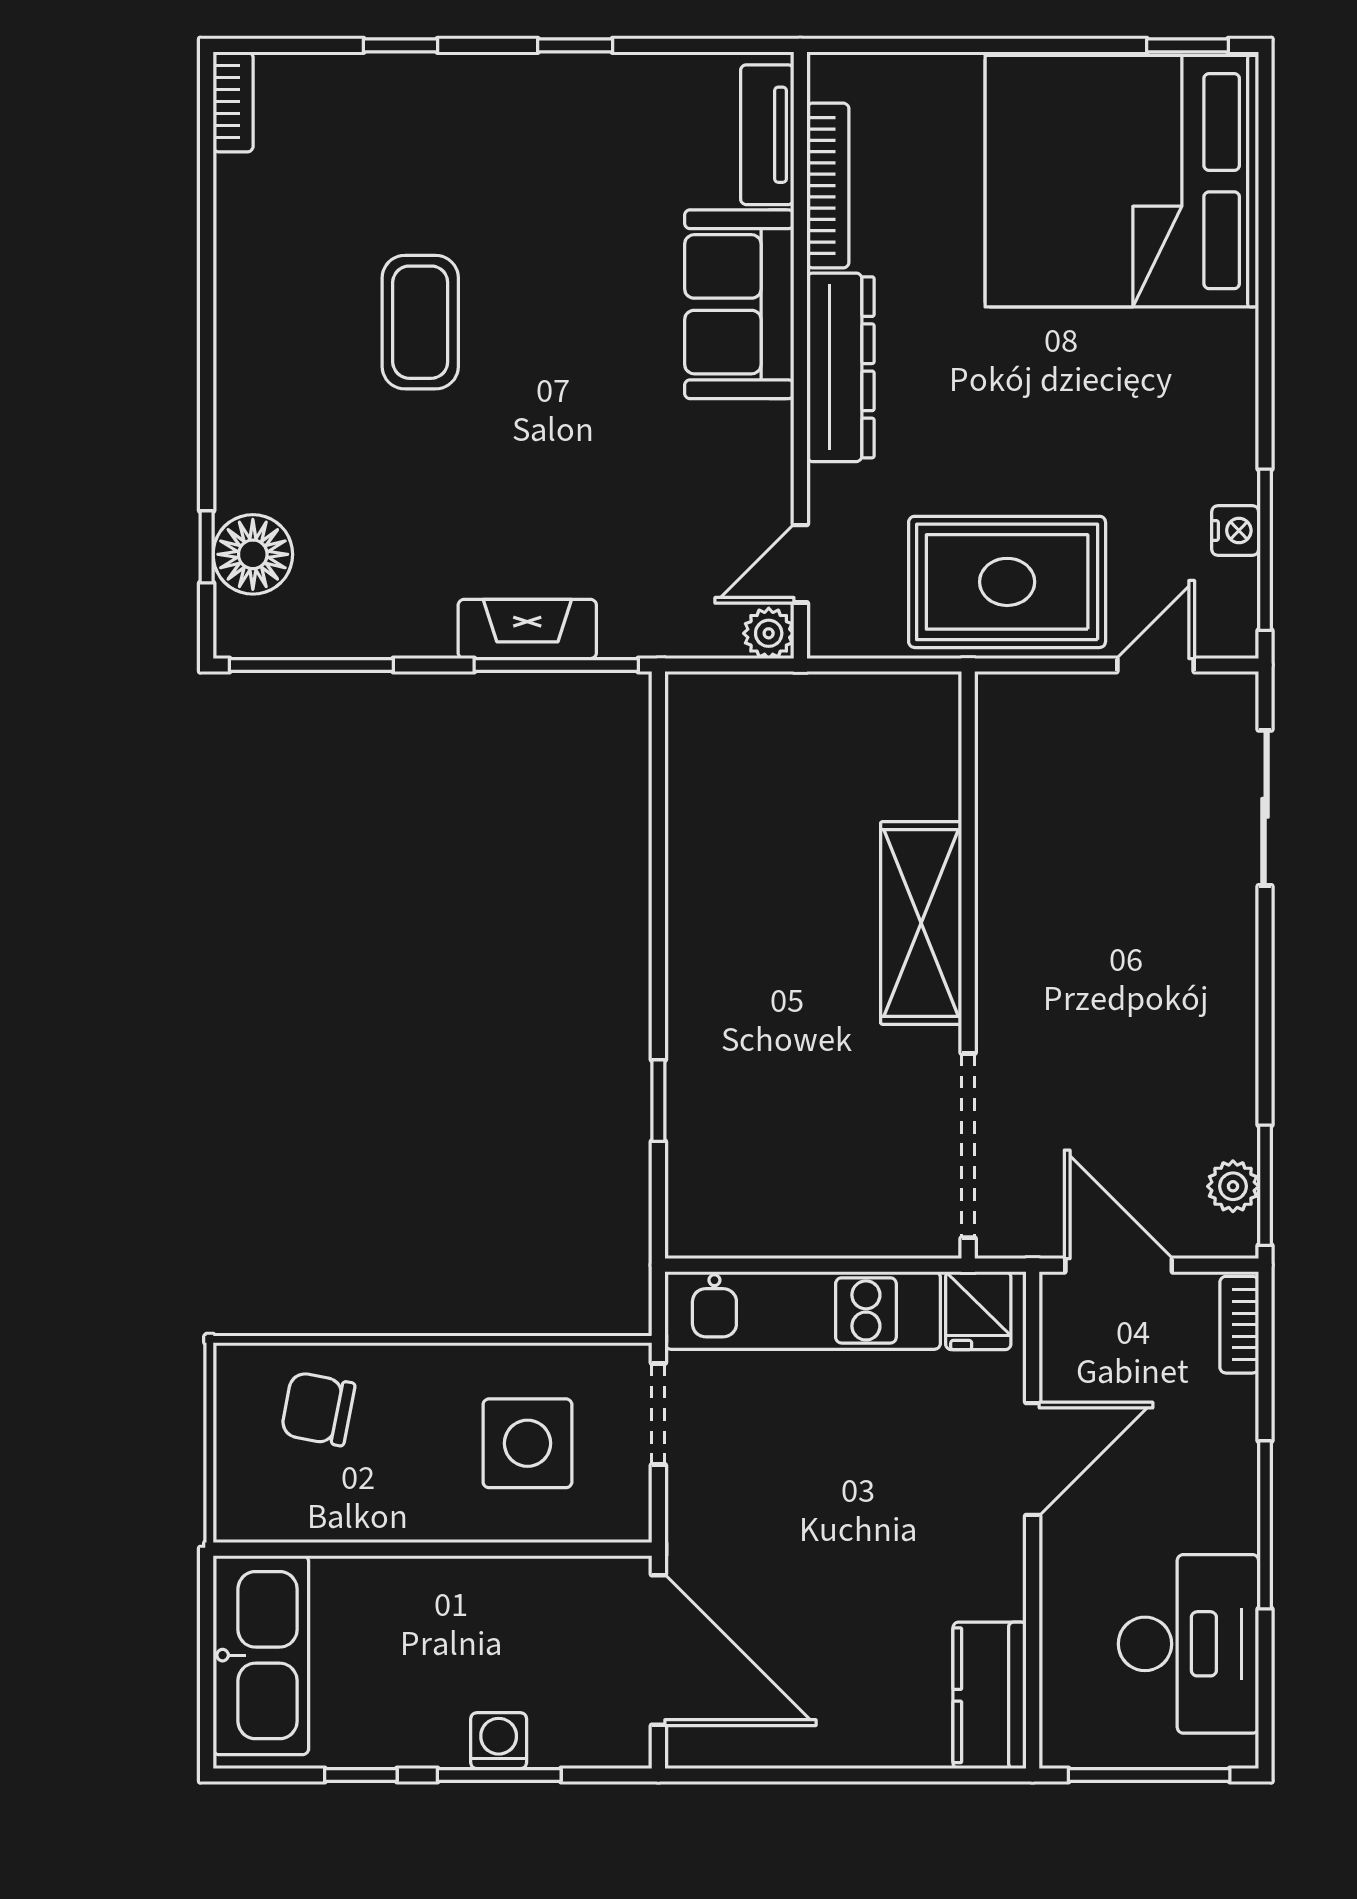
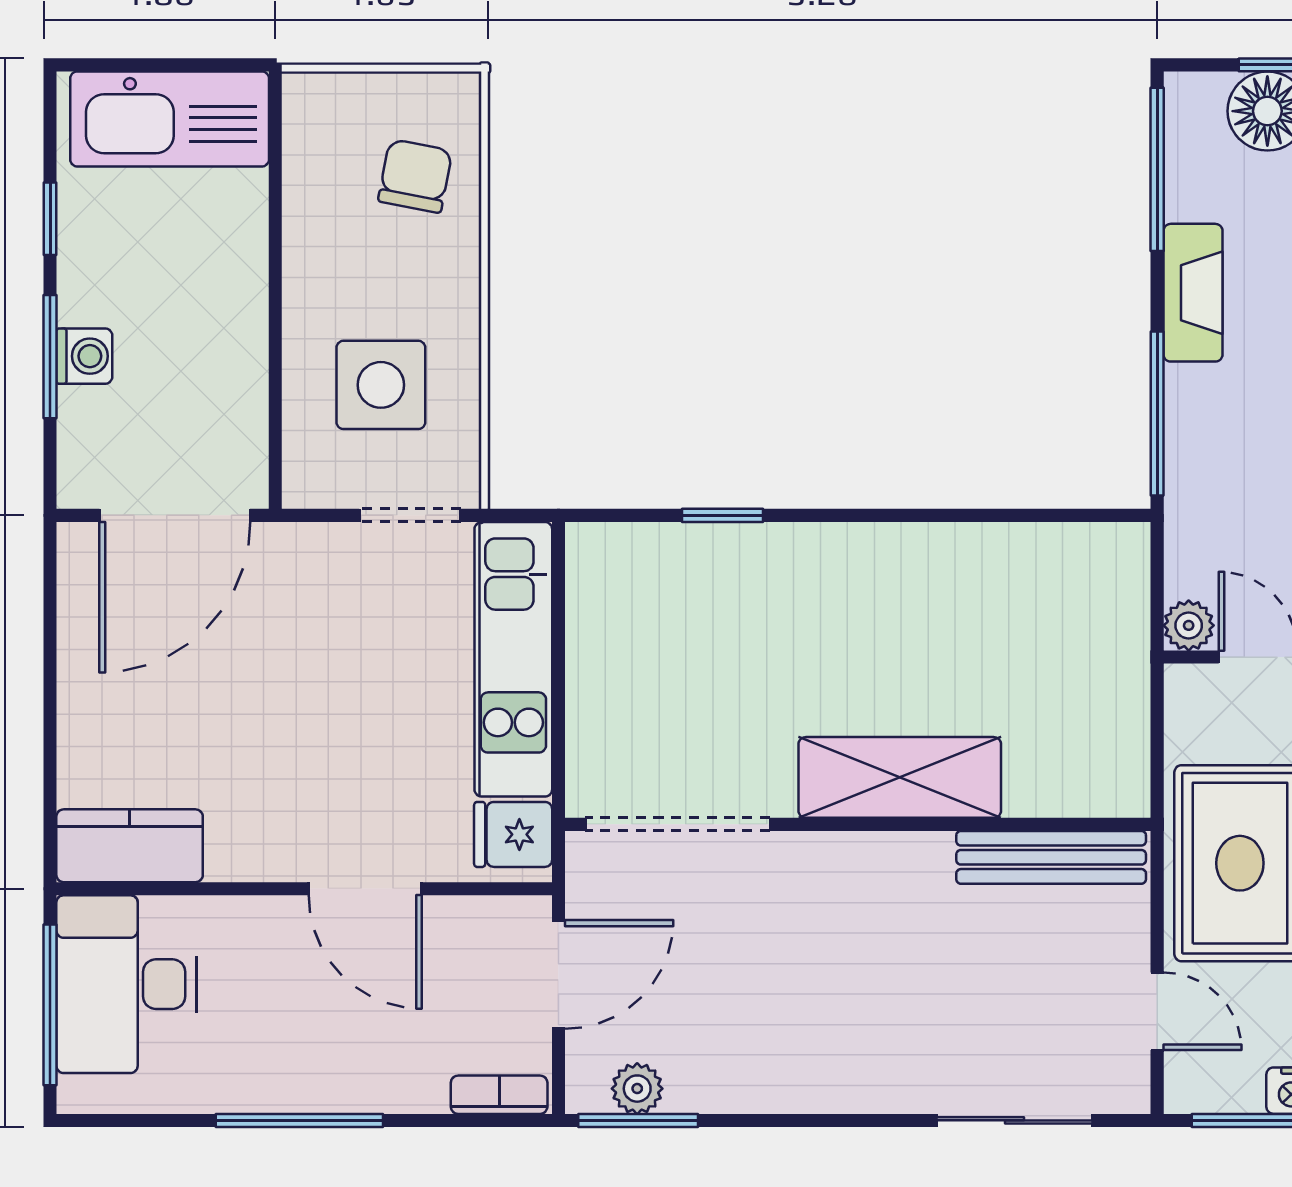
fireplace: (527, 629) -> (1193, 293), moved
bench: (1001, 771) -> (1051, 857), added
desk: (1188, 1644) -> (126, 984), moved, turned 90

